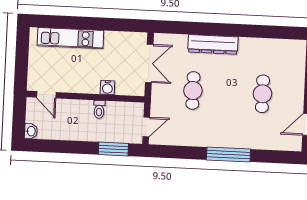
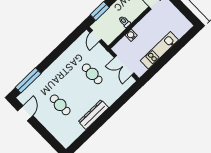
kitchen unit: (70, 38) -> (159, 50), moved
dresser: (213, 44) -> (93, 115), moved
window: (228, 154) -> (28, 80), moved

